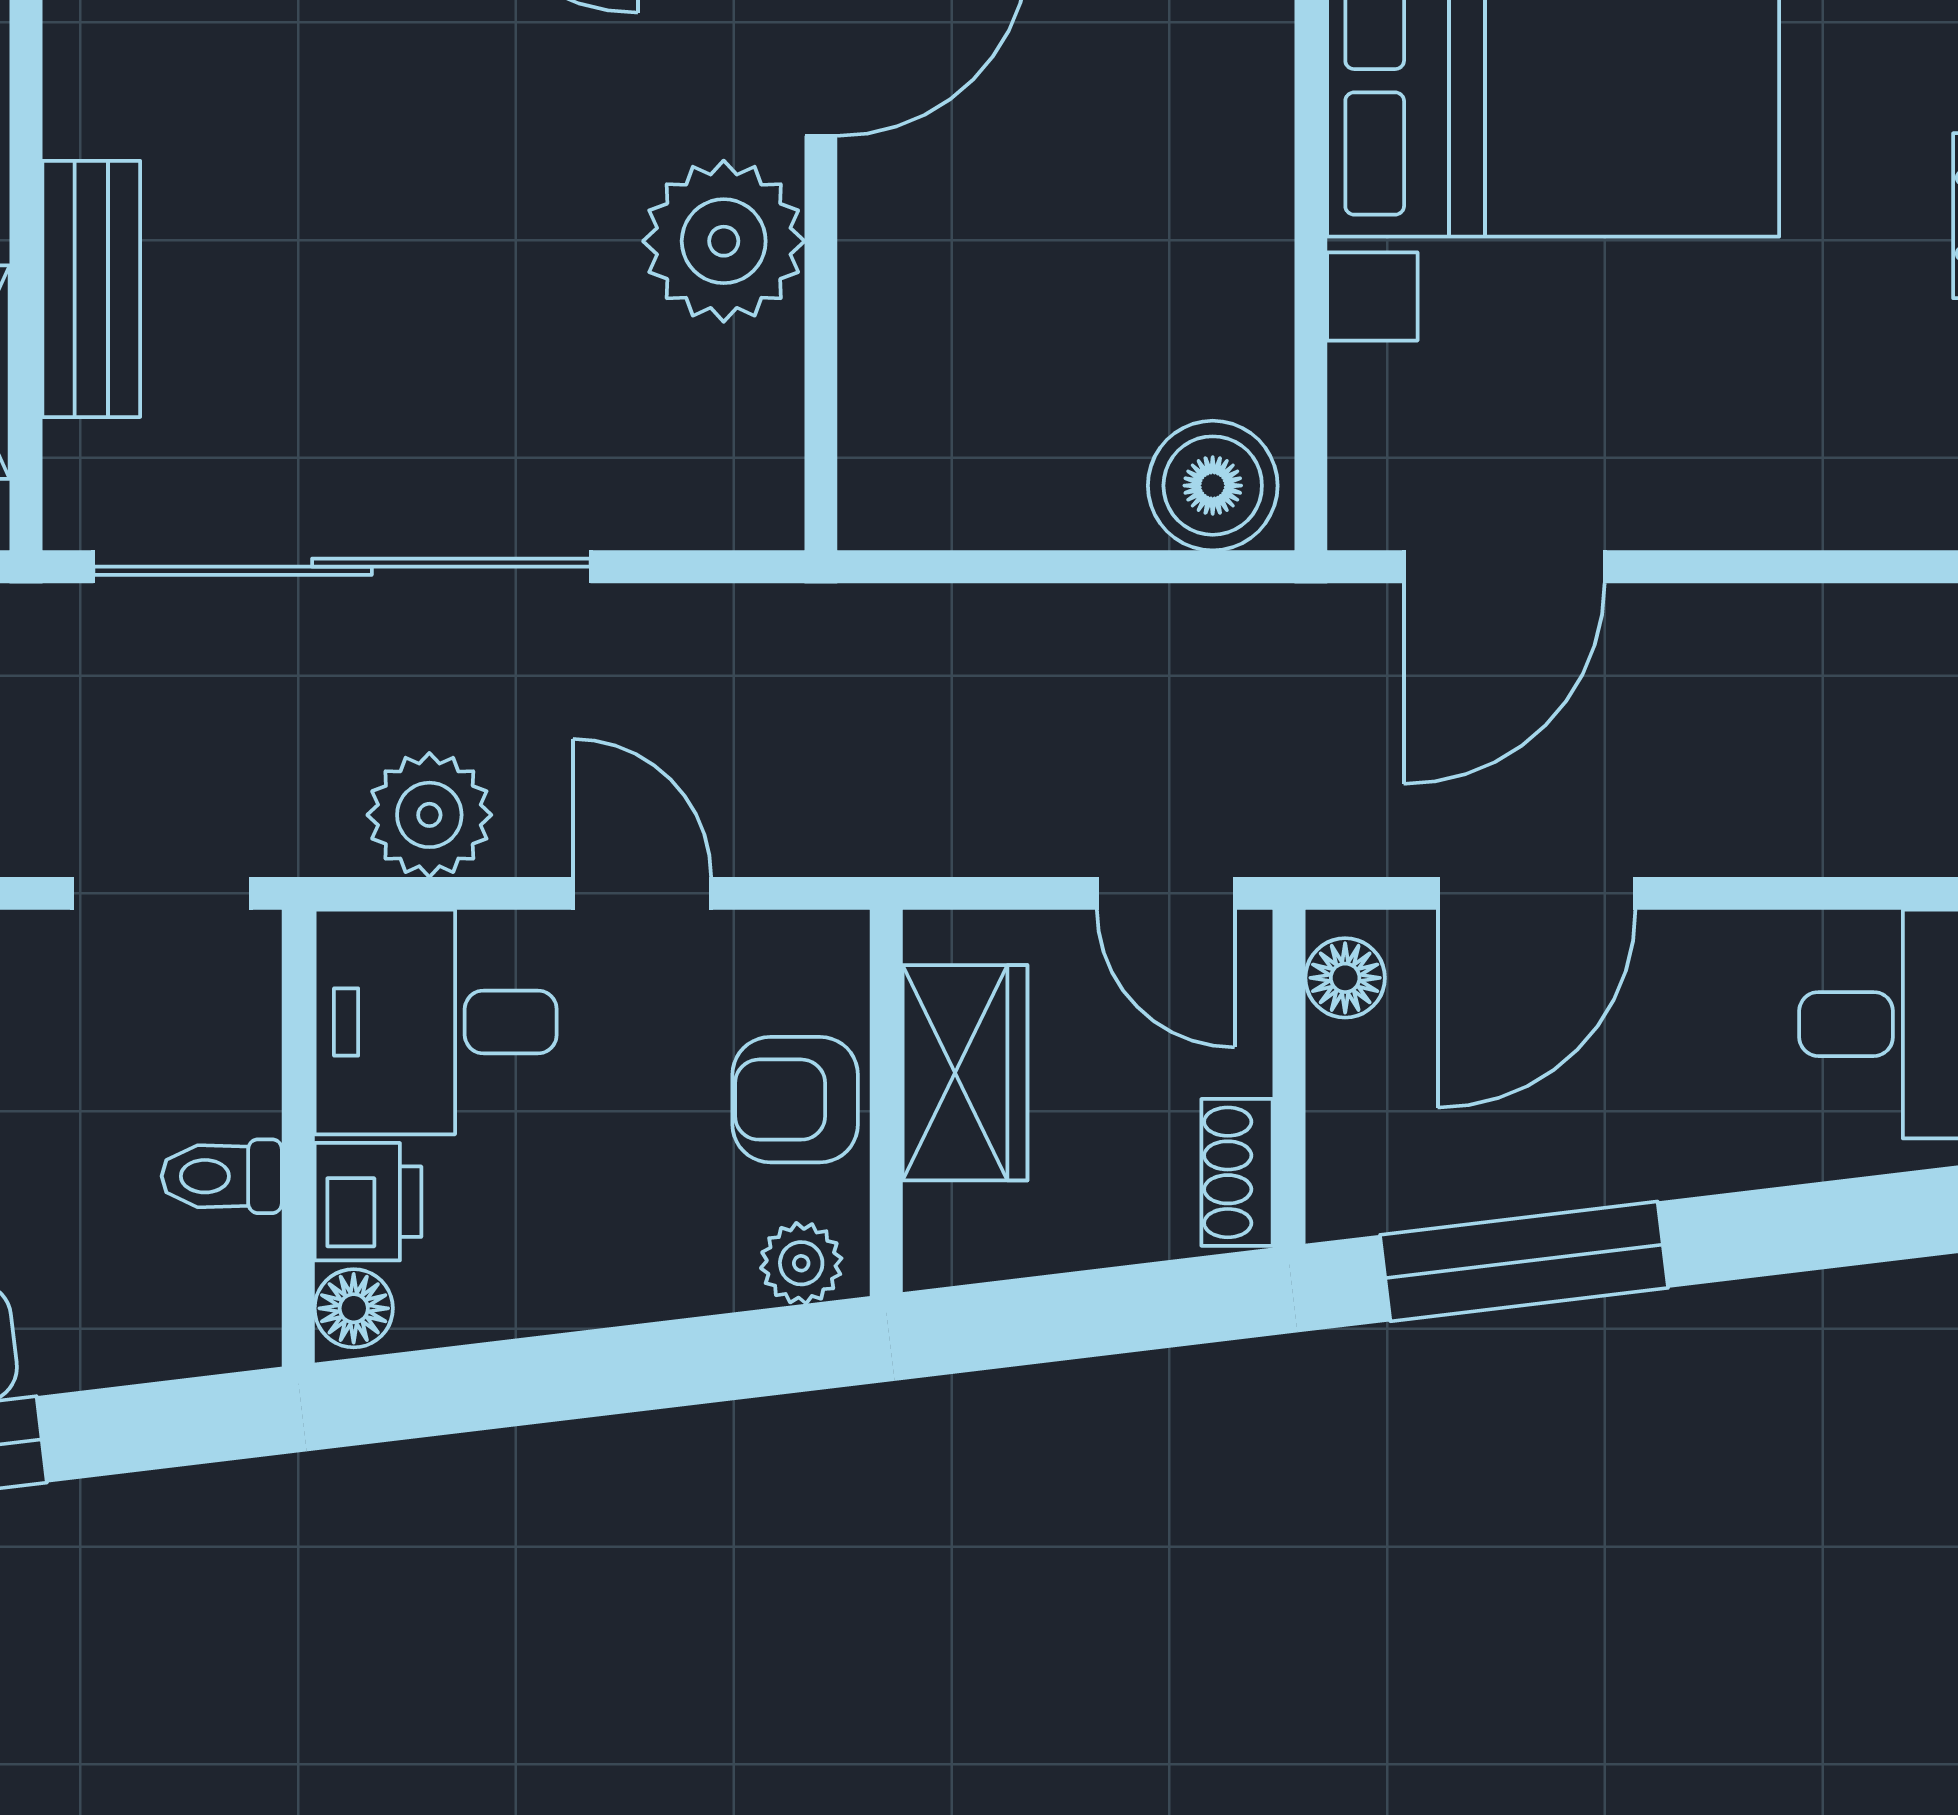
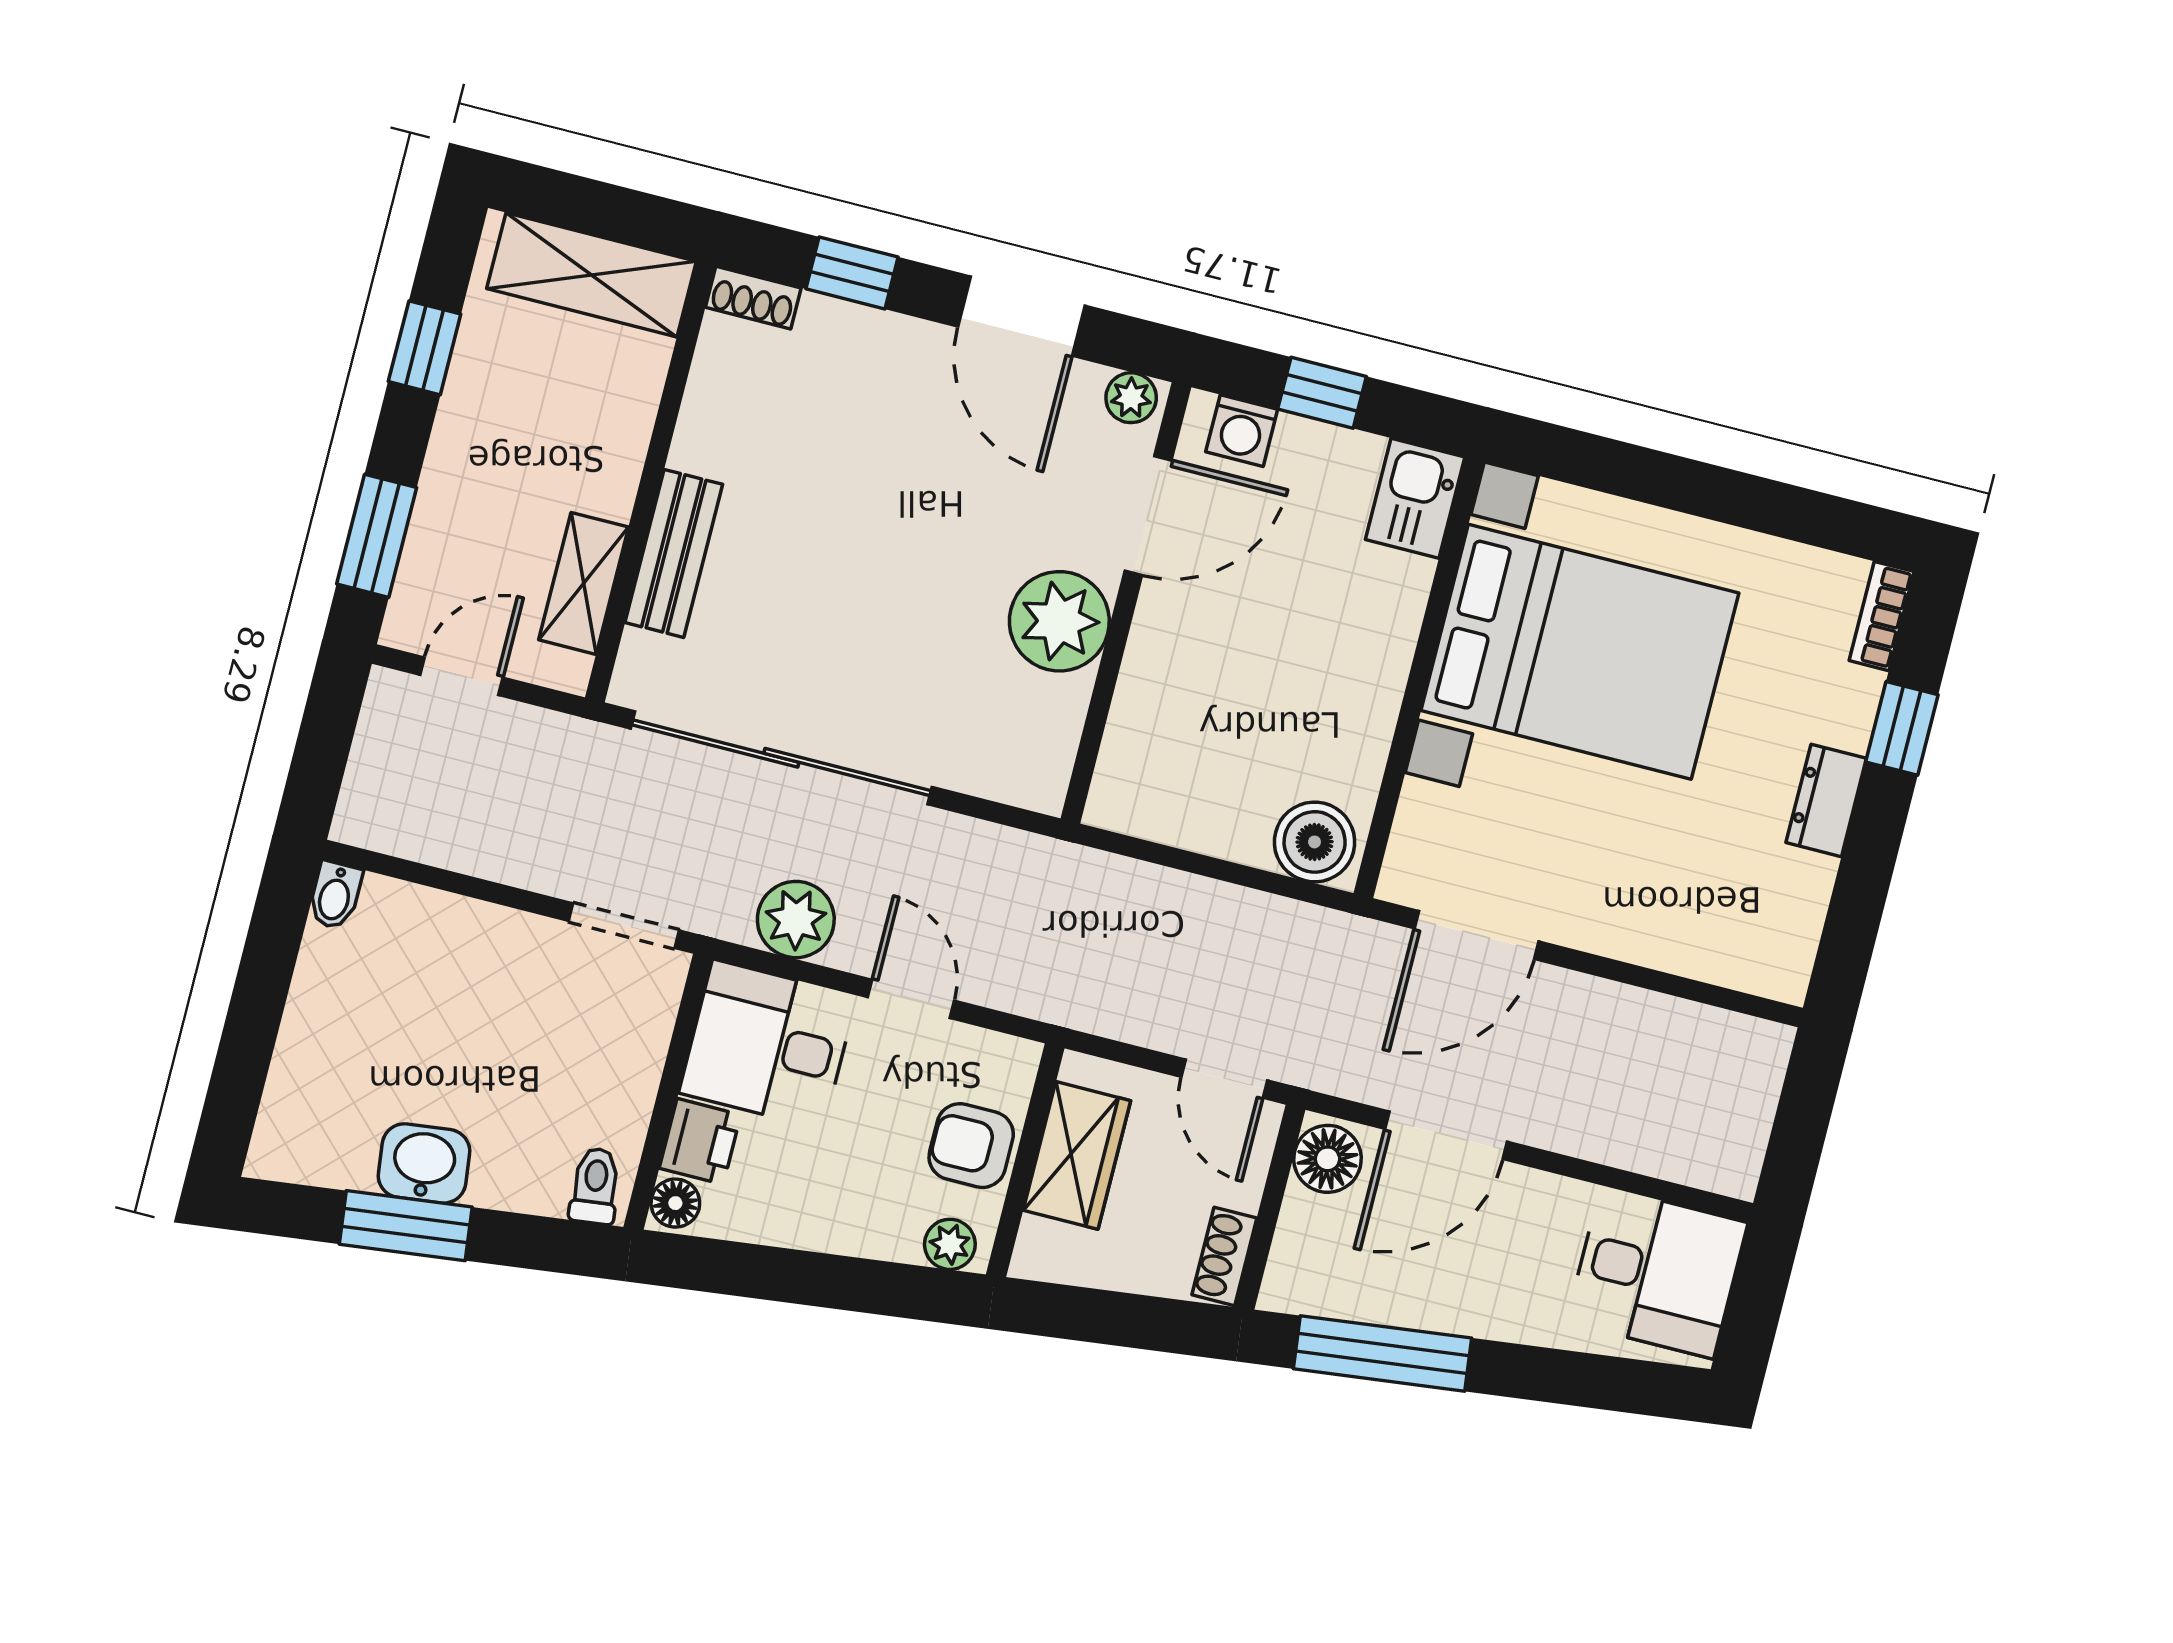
floor lamp: (1345, 978) -> (1327, 1159), width x1.37, depth x1.37
toilet: (222, 1176) -> (595, 1186), moved, turned 83

